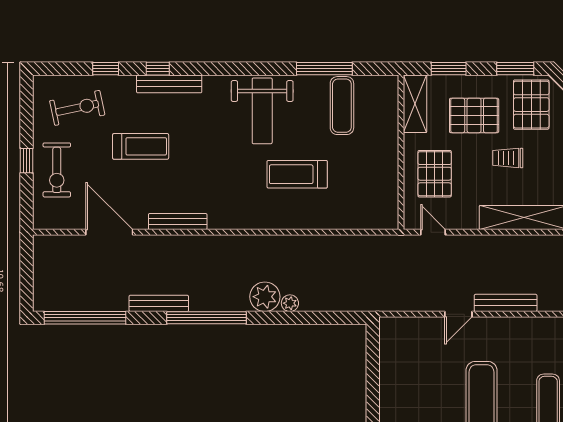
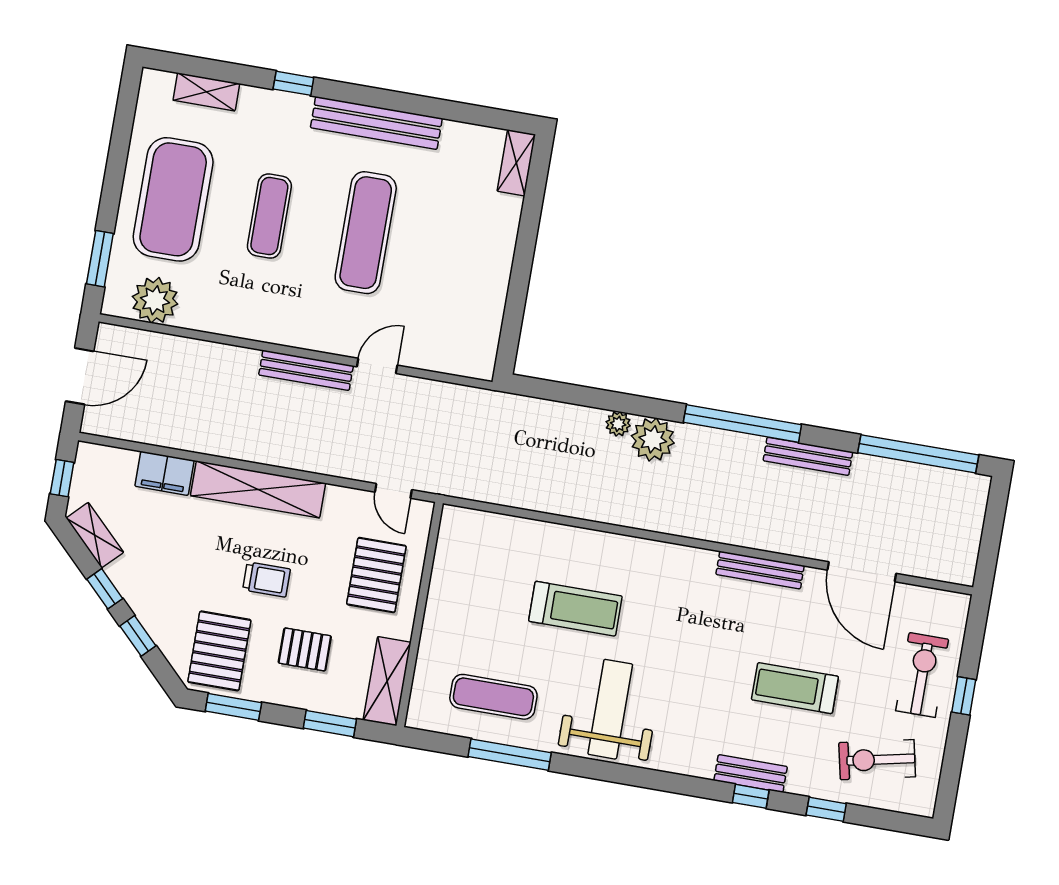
bench: (169, 84) -> (751, 774), width x0.73
exercise mat: (342, 106) -> (493, 697), turned 90
pallet: (474, 115) -> (305, 649), width x0.67, depth x0.71

